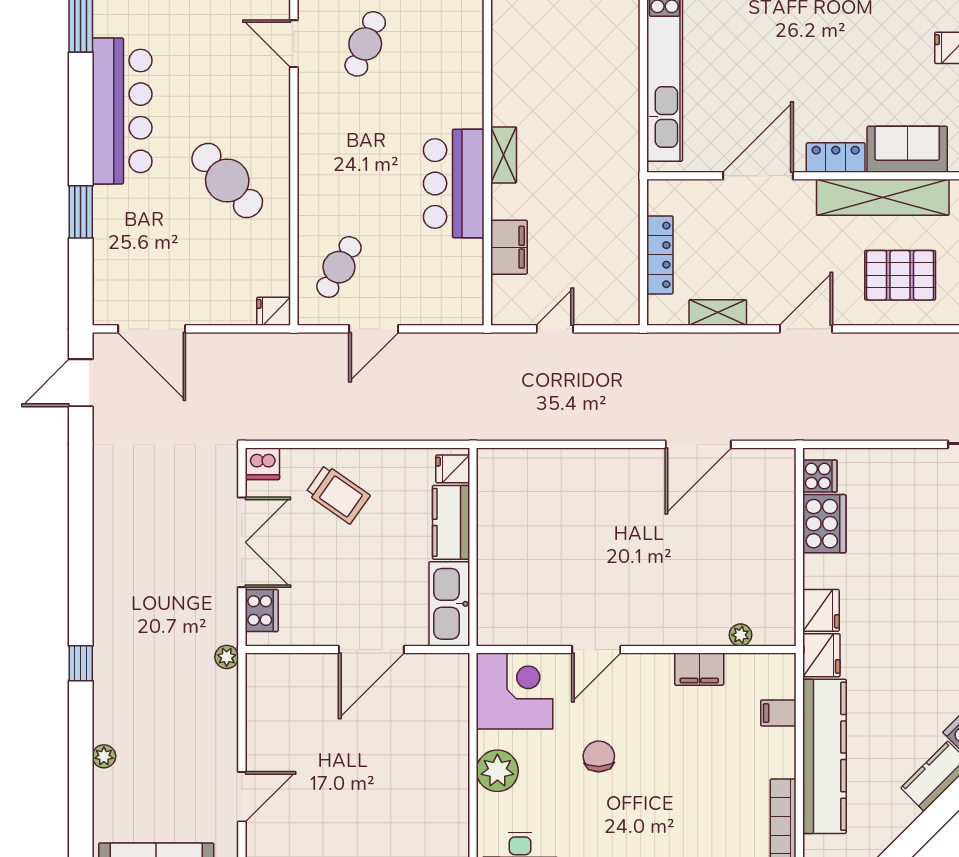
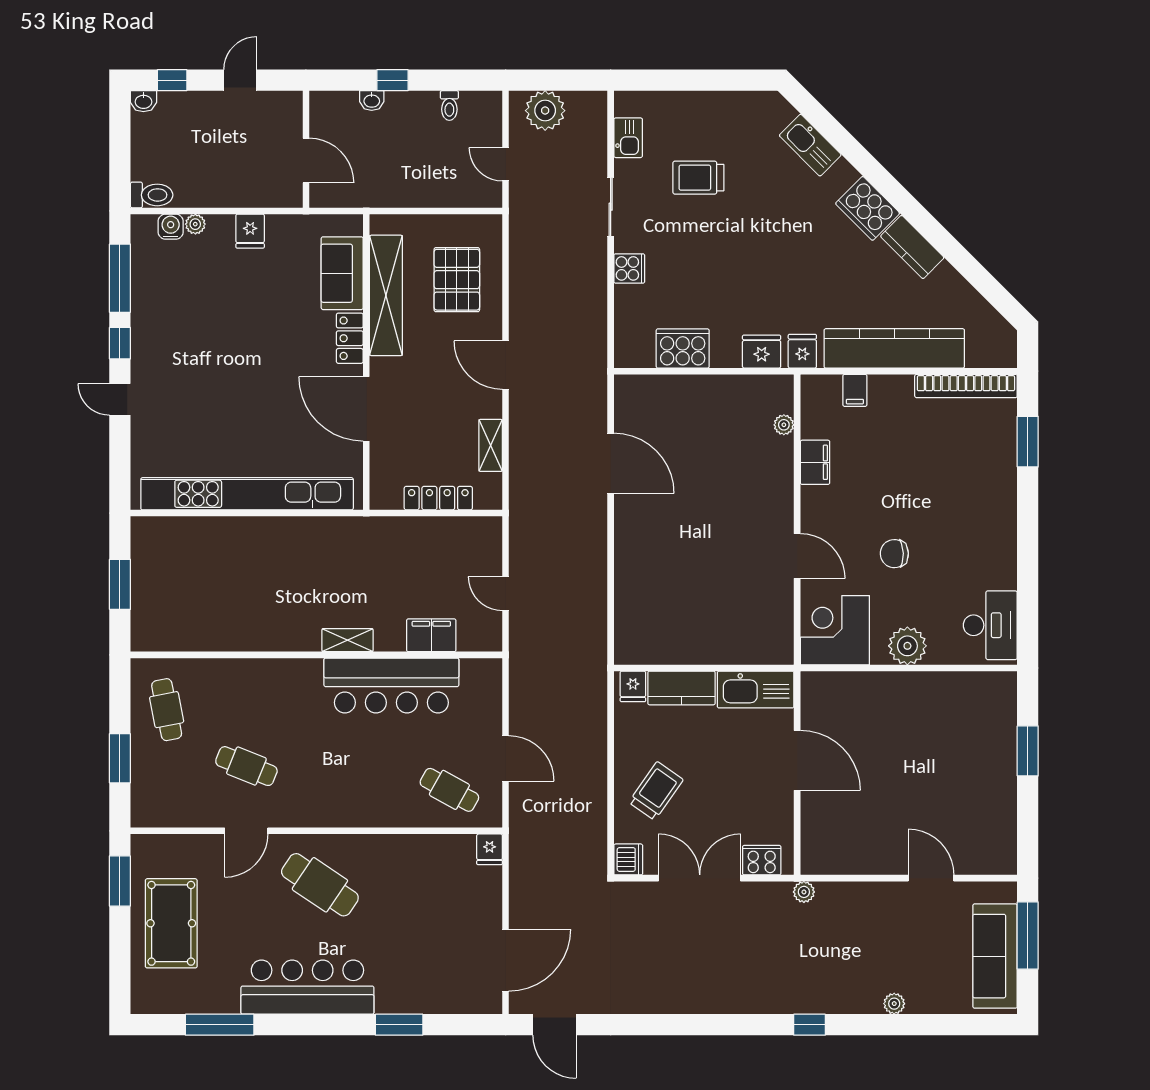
cafe table: (227, 181) -> (320, 885), moved, turned 76
bar counter: (454, 184) -> (391, 686), width x1.36
cooker: (820, 476) -> (629, 268), moved, turned 90
fridge: (821, 655) -> (802, 351), width x0.72

